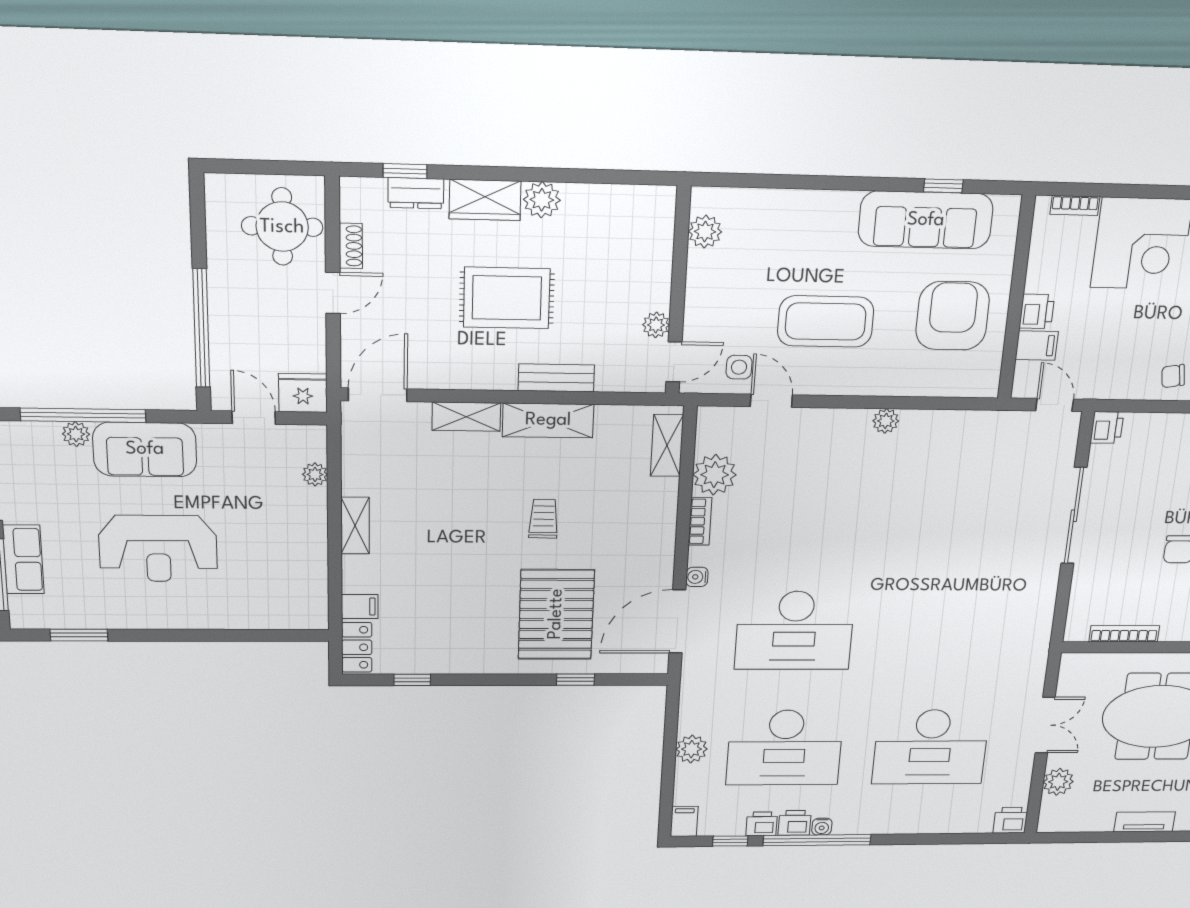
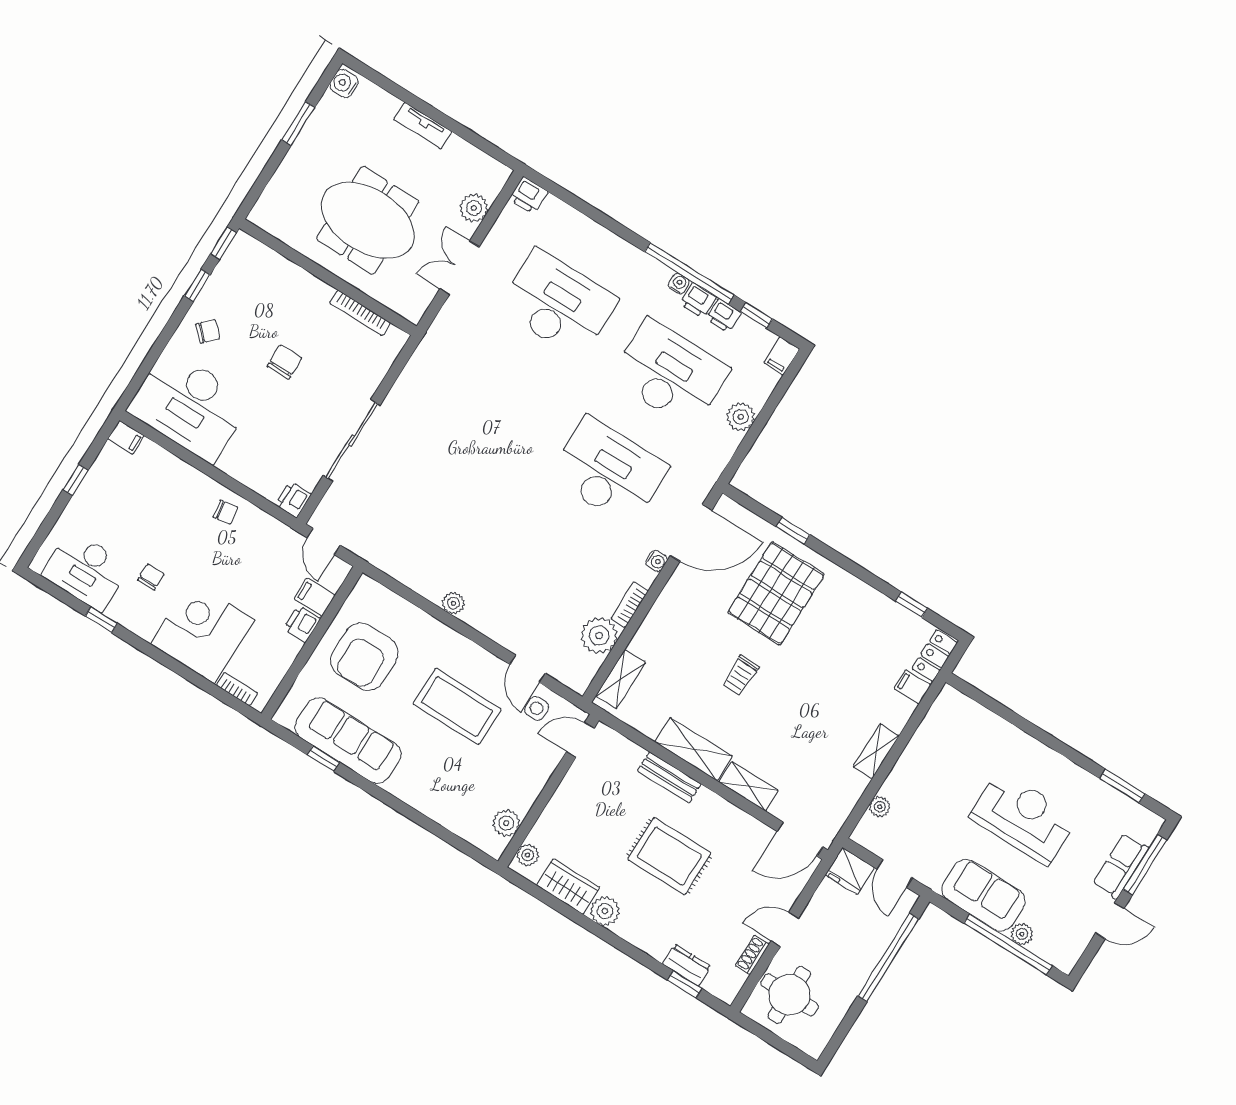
wardrobe: (485, 200) -> (568, 886), moved
plant: (656, 325) -> (528, 855), moved

